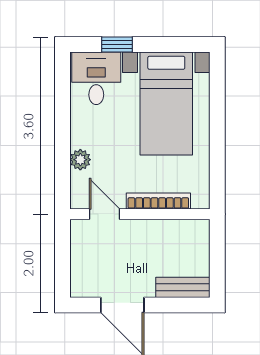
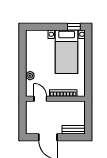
window: (117, 45) -> (74, 27), moved
desk: (96, 78) -> (37, 41), removed

